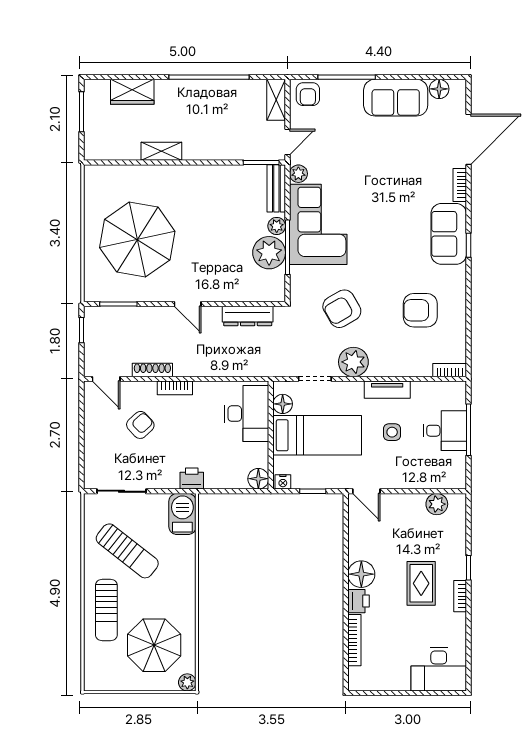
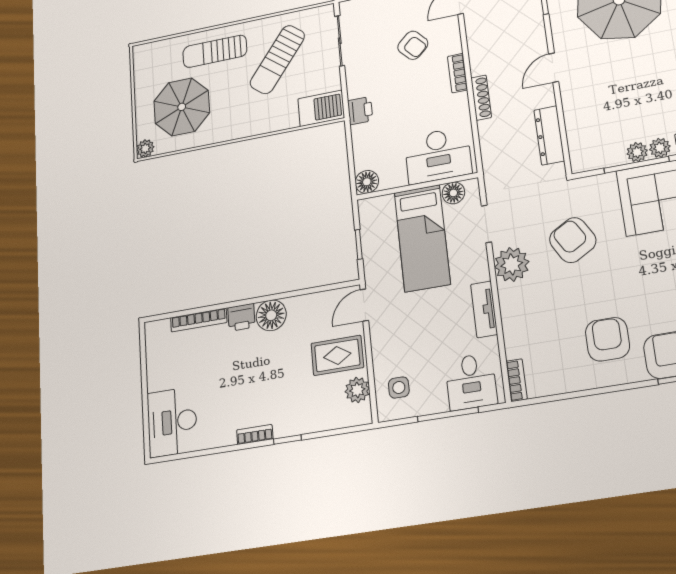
plant: (269, 253) -> (637, 152), width x0.53, depth x0.53
armchair: (420, 310) -> (607, 339), moved
shoe rack: (152, 370) -> (481, 98), moved
desk: (445, 431) -> (471, 382), moved
side table: (392, 432) -> (399, 388), moved
nightstand: (283, 482) -> (366, 209), removed
rug: (421, 583) -> (337, 355), moved

